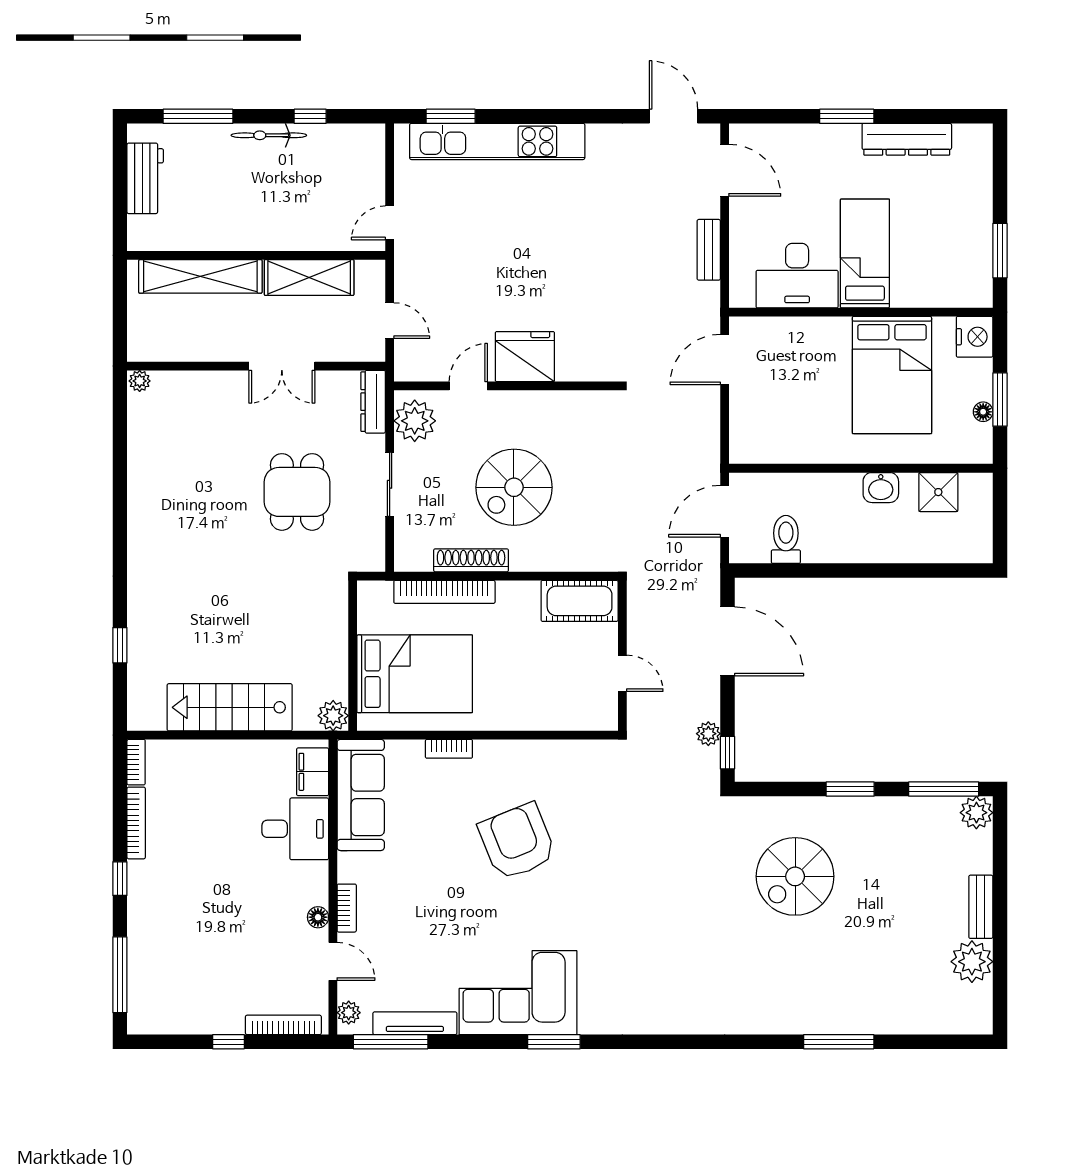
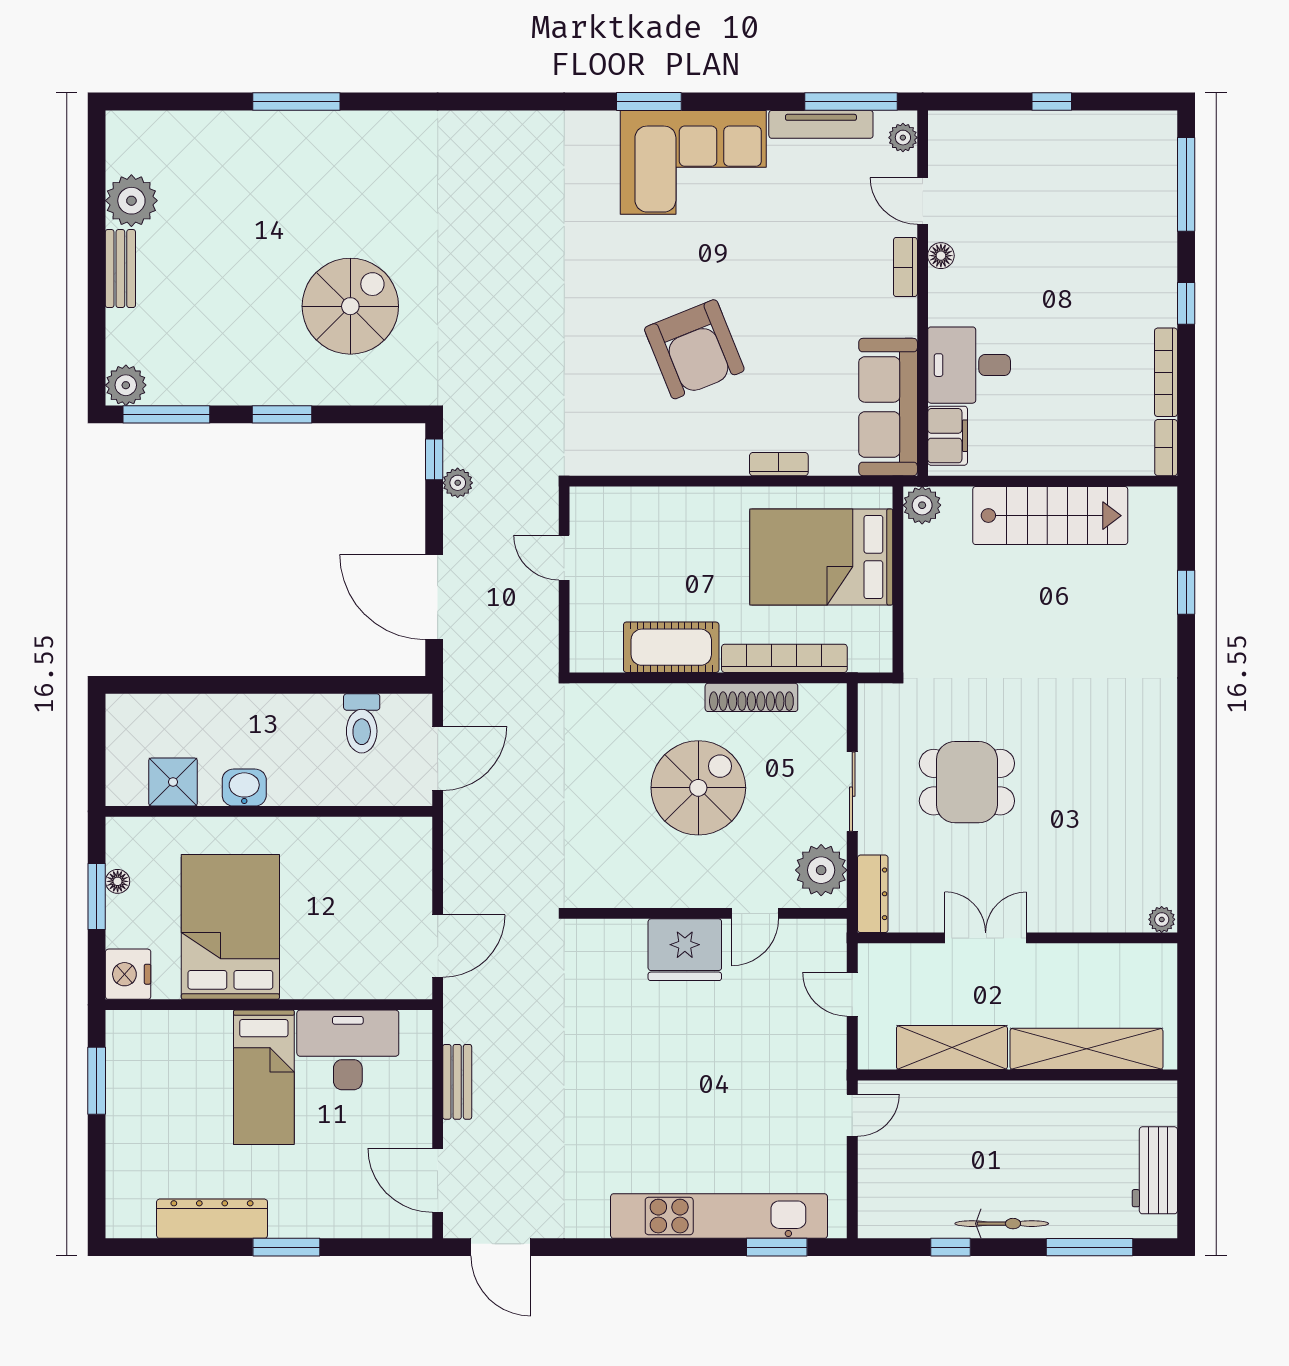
dining table: (297, 492) -> (967, 782), turned 90
cot: (580, 601) -> (671, 647), moved
bookcase: (283, 1025) -> (984, 122), removed

